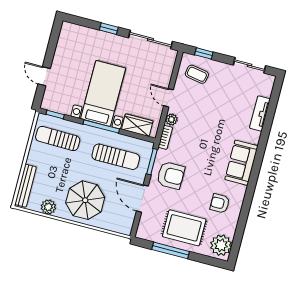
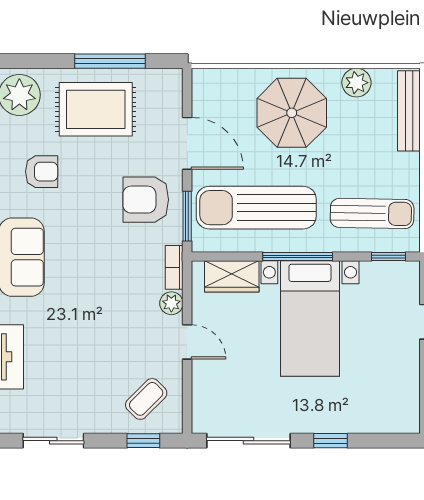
coffee table: (197, 74) -> (146, 399), turned -55
sun lounger: (116, 157) -> (256, 208), width x1.36, depth x1.34

